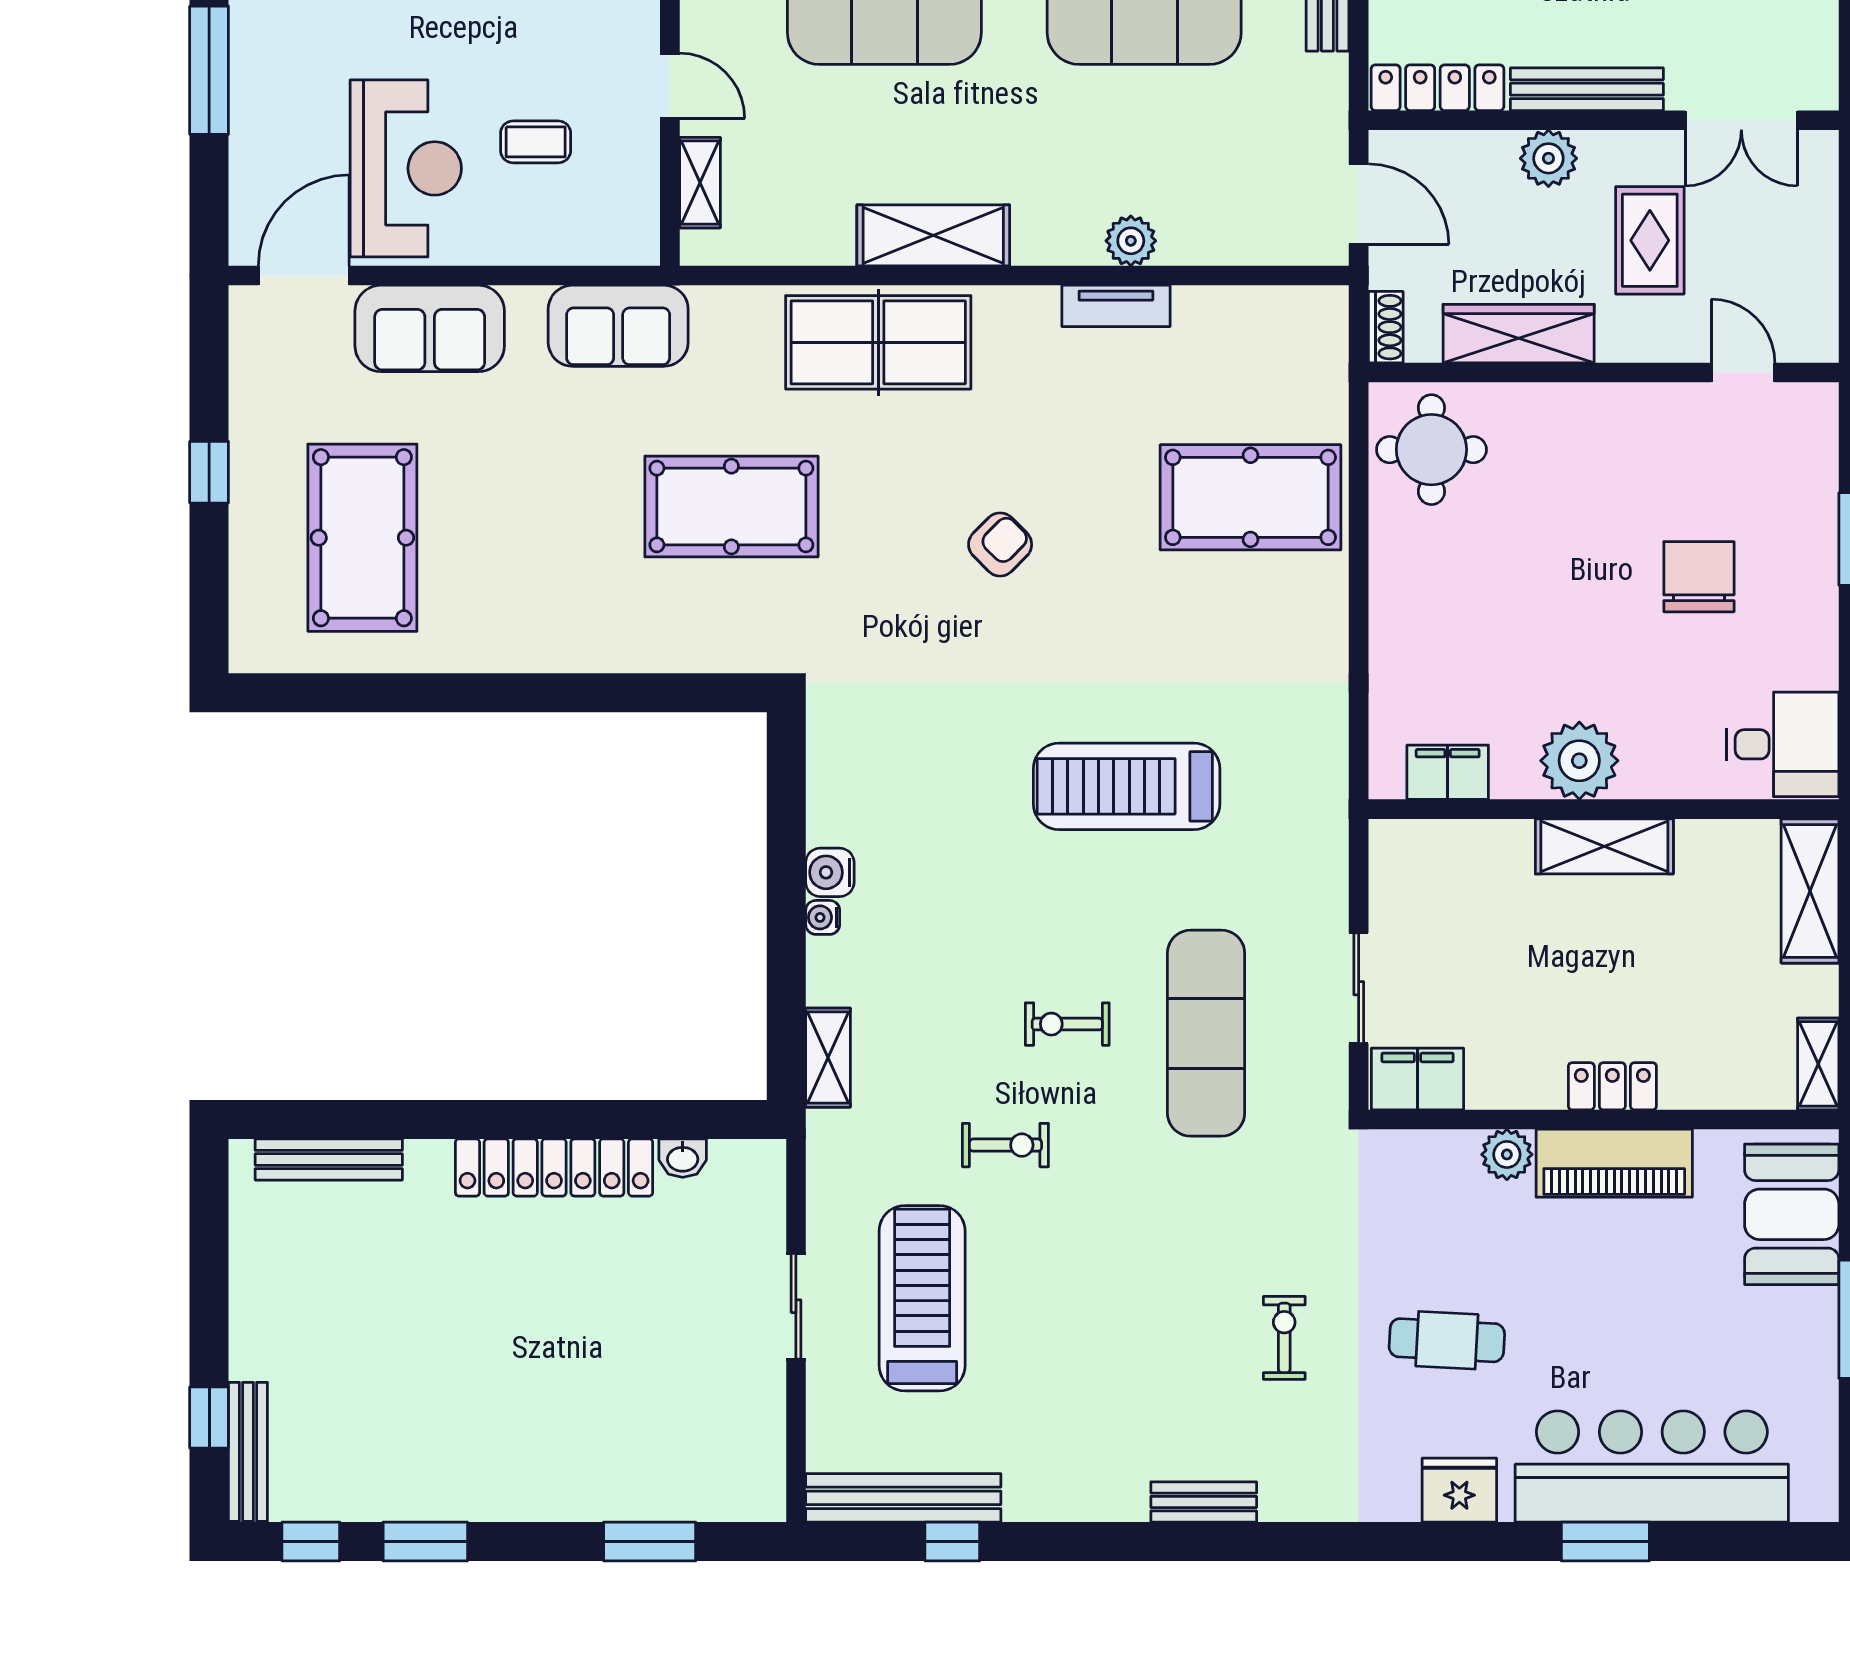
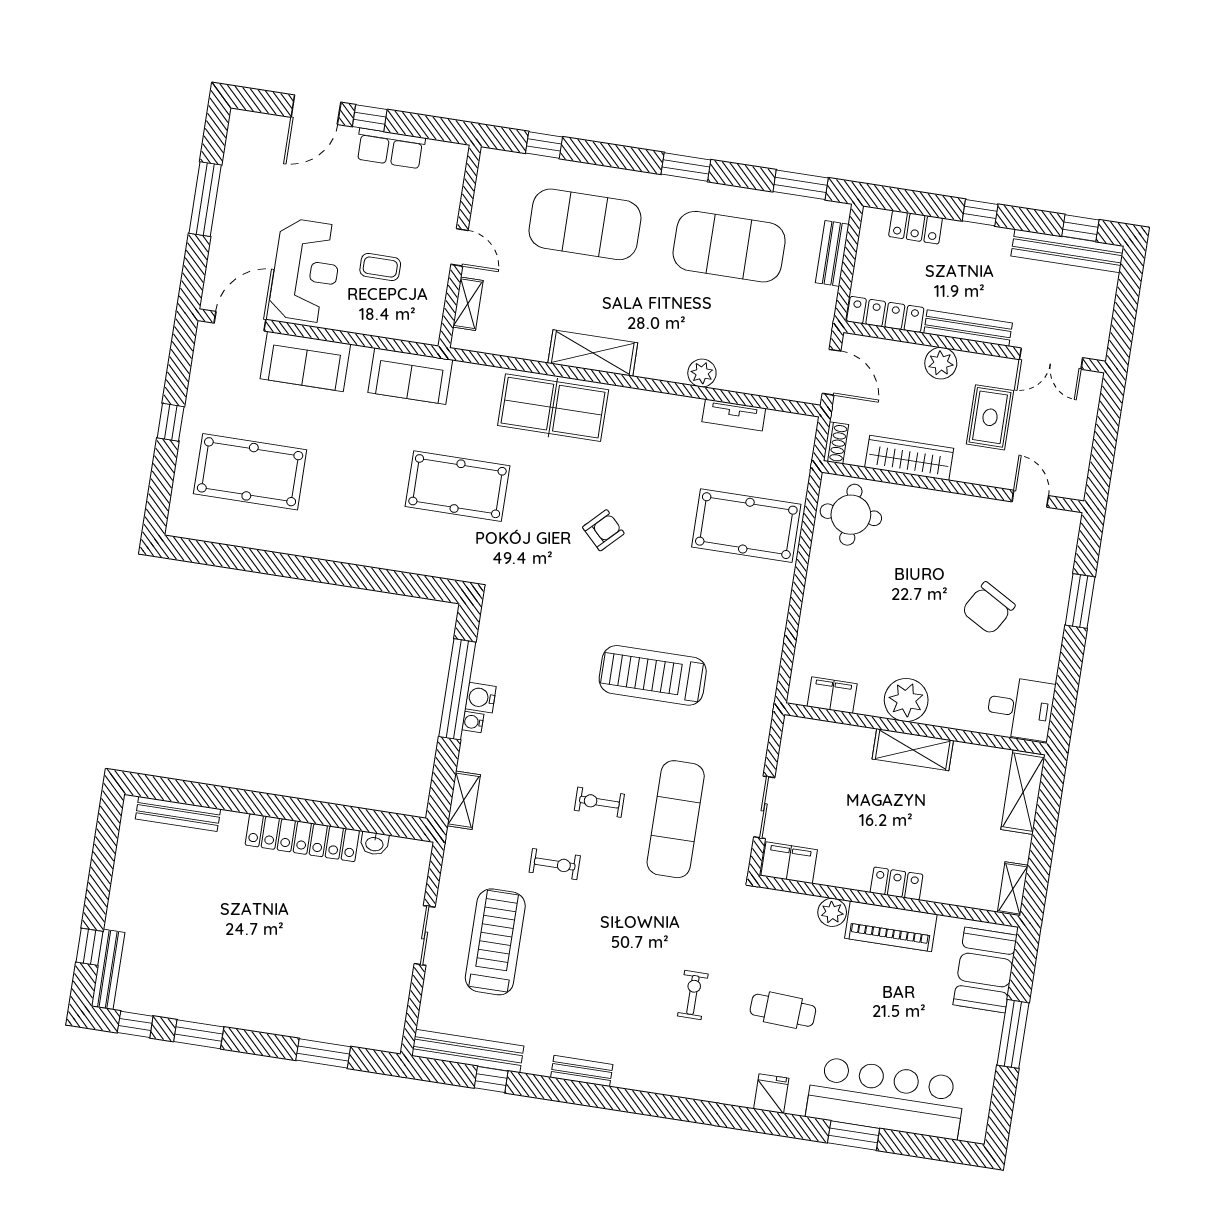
tv unit: (1116, 306) -> (734, 415), moved
pool table: (362, 538) -> (250, 472), turned 90
chair: (1699, 577) -> (988, 608), turned -150
window: (786, 864) -> (457, 689), added
fridge: (1459, 1490) -> (771, 1094), width x0.72
bench: (1204, 1502) -> (582, 1071), moved

